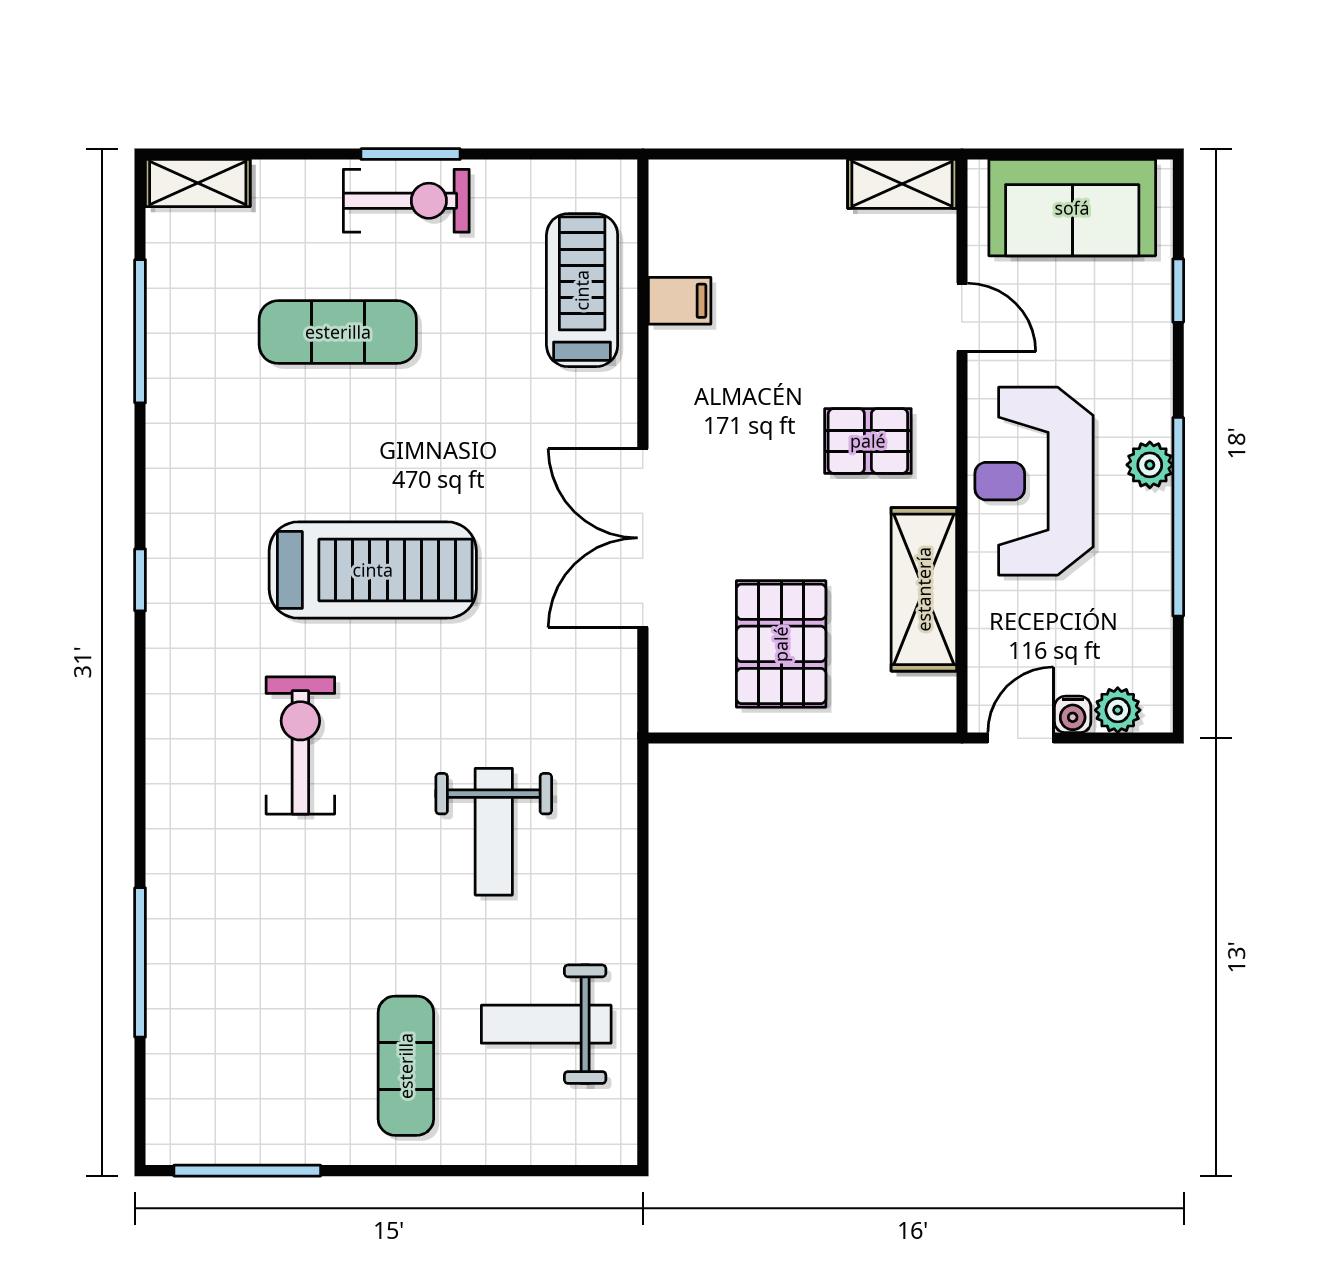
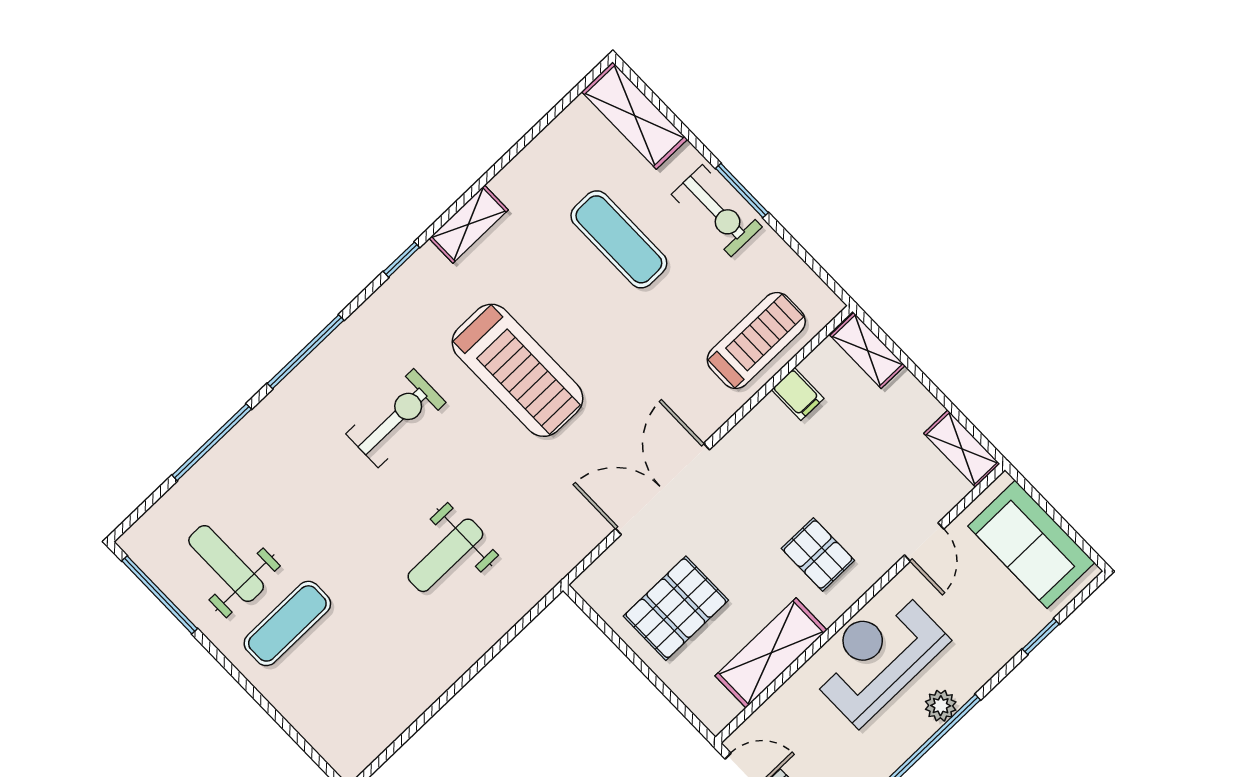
shelving: (198, 183) -> (635, 115), width x1.50, depth x1.33
shelving: (704, 184) -> (868, 350), added
window: (140, 331) -> (306, 352), moved
shelving: (171, 474) -> (469, 224), added
weight bench: (546, 1024) -> (226, 563), moved

